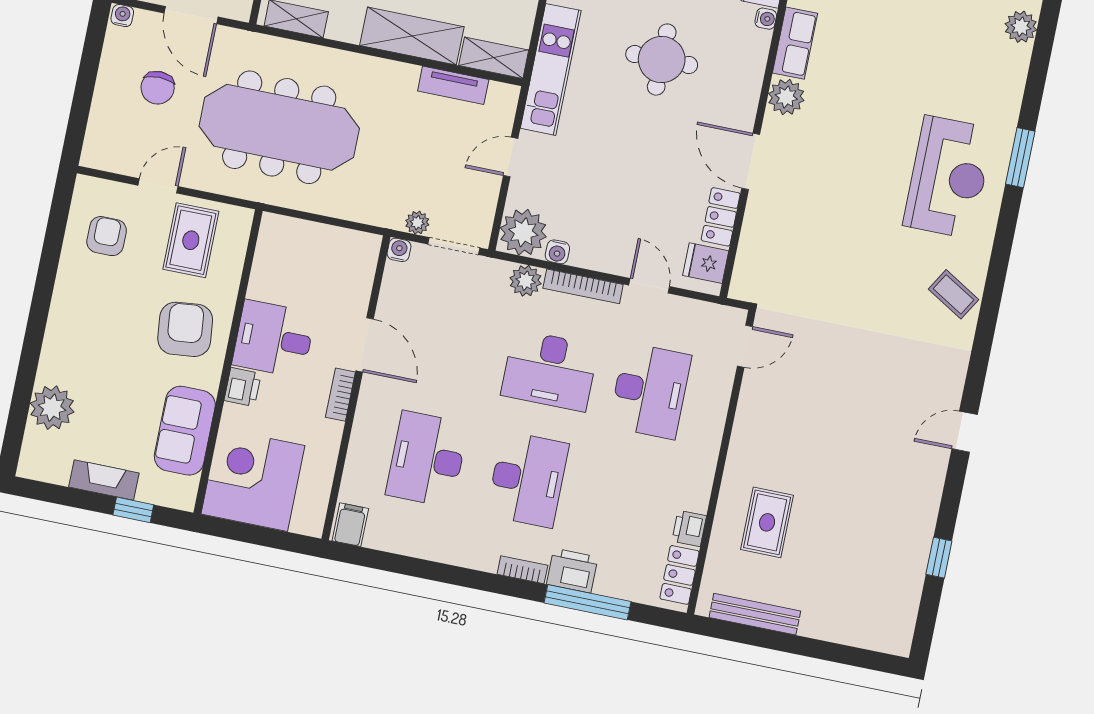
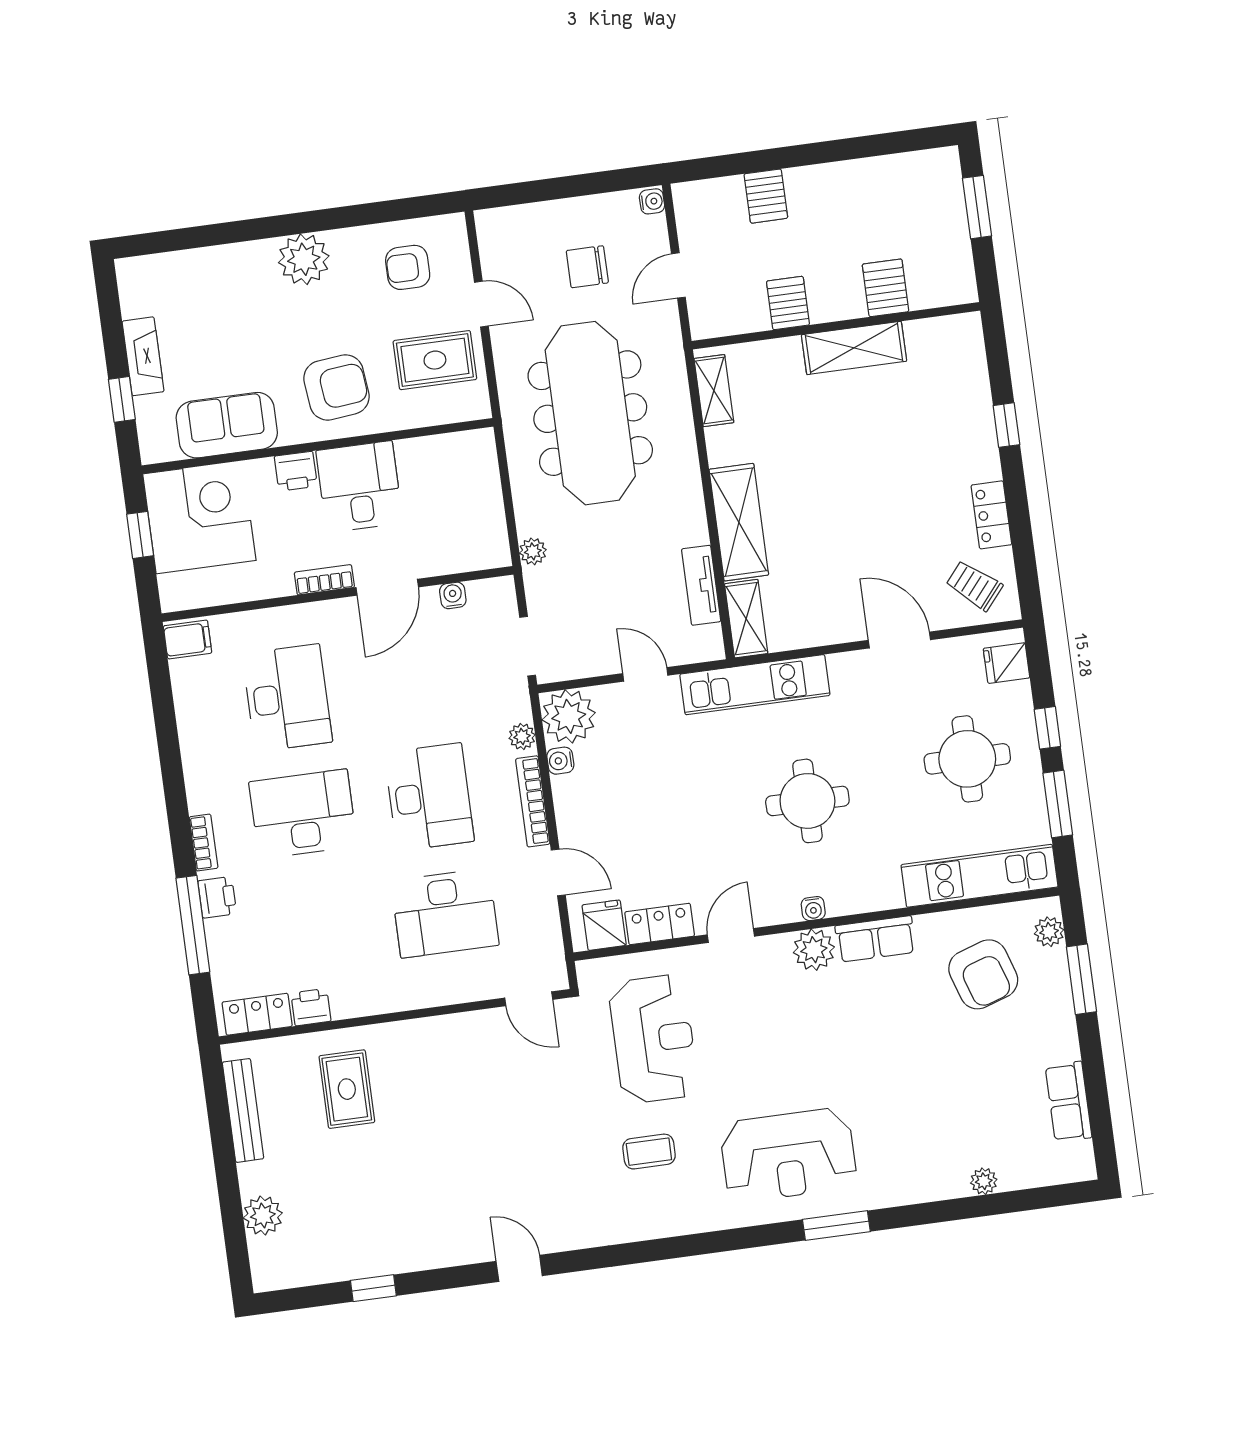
door: (191, 15) -> (678, 275), width x0.73
water cooler: (766, 19) -> (813, 909), moved
plant: (1021, 27) -> (984, 1181), width x0.73, depth x0.73
door: (751, 161) -> (731, 936), width x0.73
plant: (417, 223) -> (533, 551), moved
armchair: (107, 236) -> (408, 267), turned 180
water cooler: (399, 250) -> (453, 595), moved, turned -90
reception desk: (814, 255) -> (653, 1039), added
plant: (526, 281) -> (522, 736), width x0.73, depth x0.73
door: (649, 286) -> (558, 873), hinge flipped
coffee table: (953, 294) -> (649, 1152), moved, turned 59
desk: (550, 370) -> (429, 797), turned 180
plant: (52, 408) -> (304, 259), moved
desk: (427, 459) -> (287, 698), turned 90
desk: (527, 479) -> (303, 814), turned 180
rug: (767, 522) -> (347, 1089), turned 90
window: (250, 534) -> (140, 535), added
printer: (572, 571) -> (217, 897), width x0.73, depth x0.81
plant: (847, 628) -> (263, 1215), added

